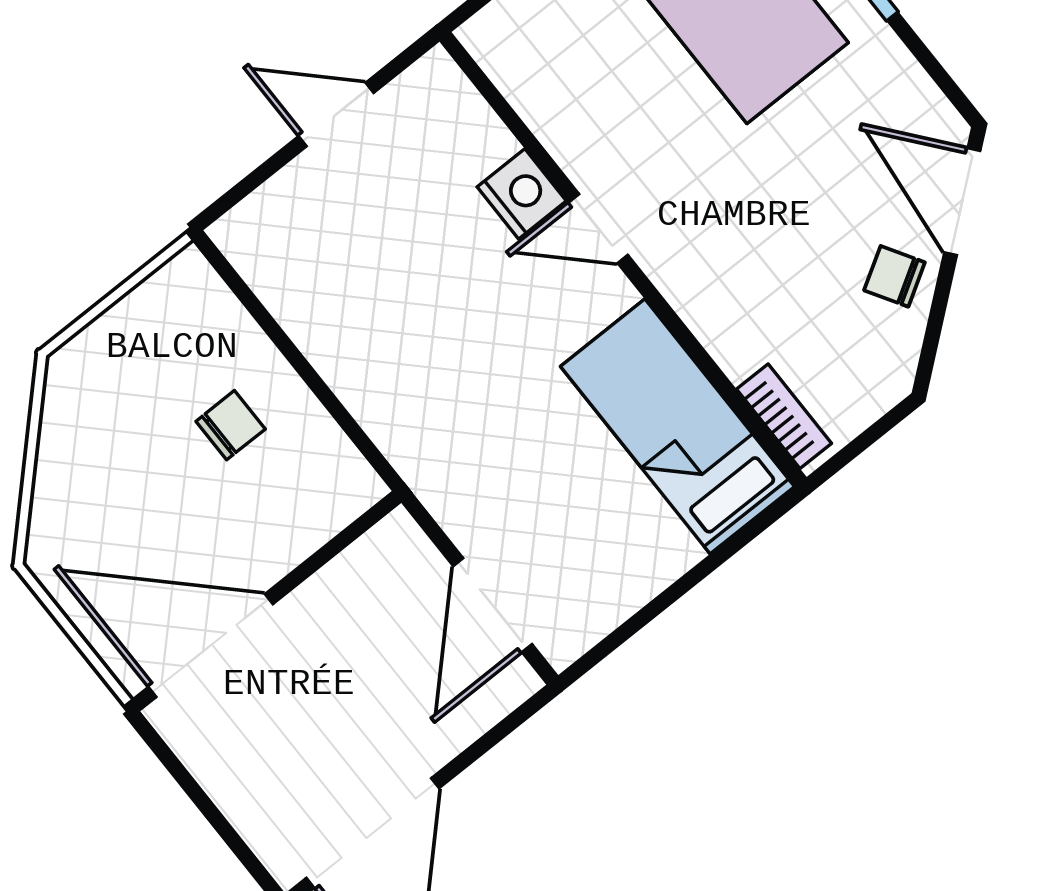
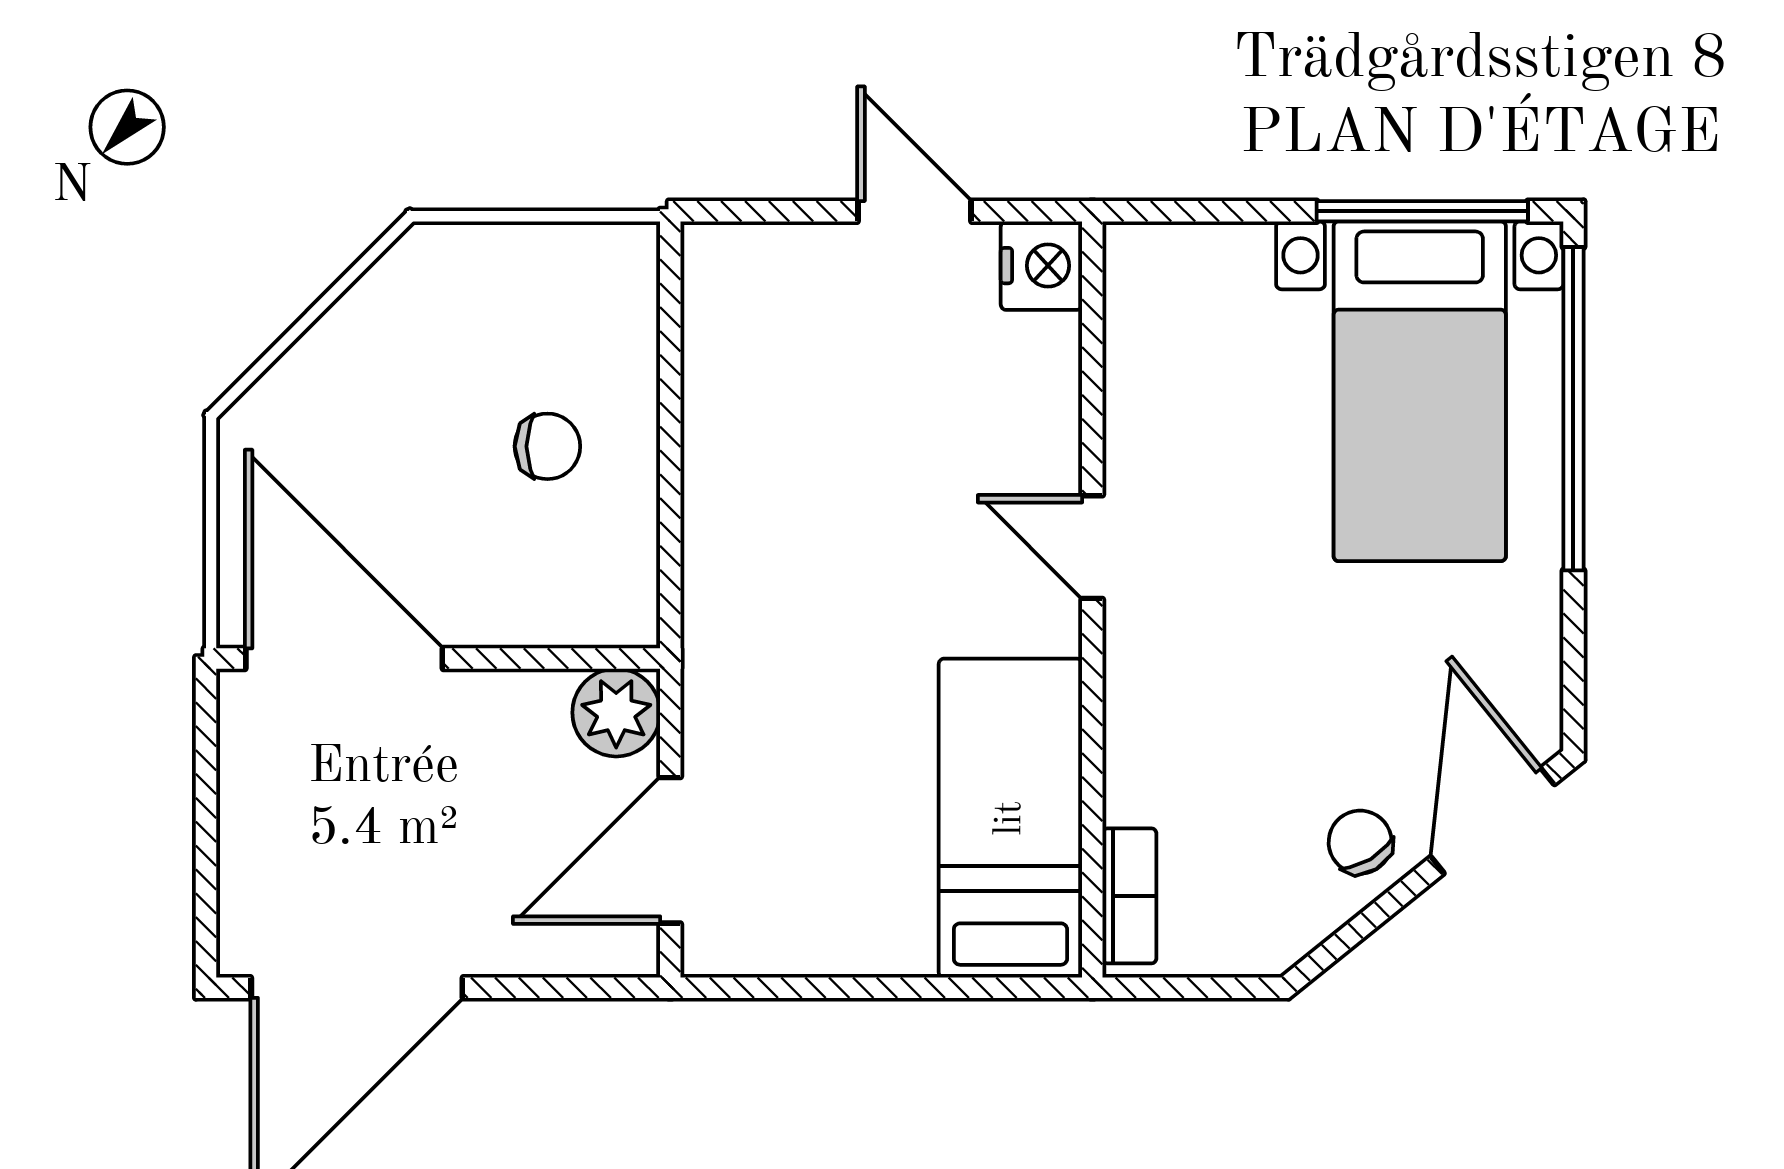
nightstand: (522, 194) -> (1041, 266), moved
plant: (396, 549) -> (616, 713), added

